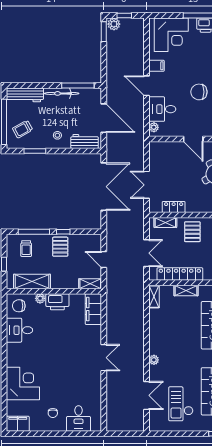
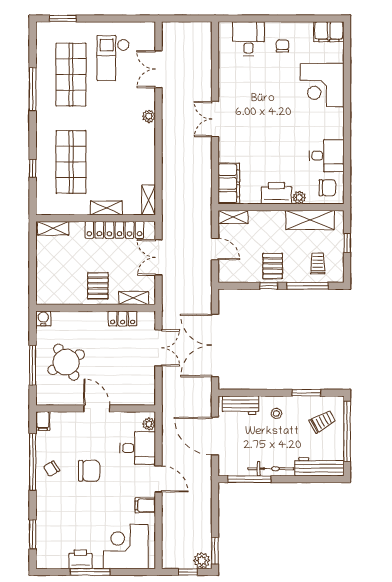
checkout: (181, 404) -> (113, 58), turned 180

